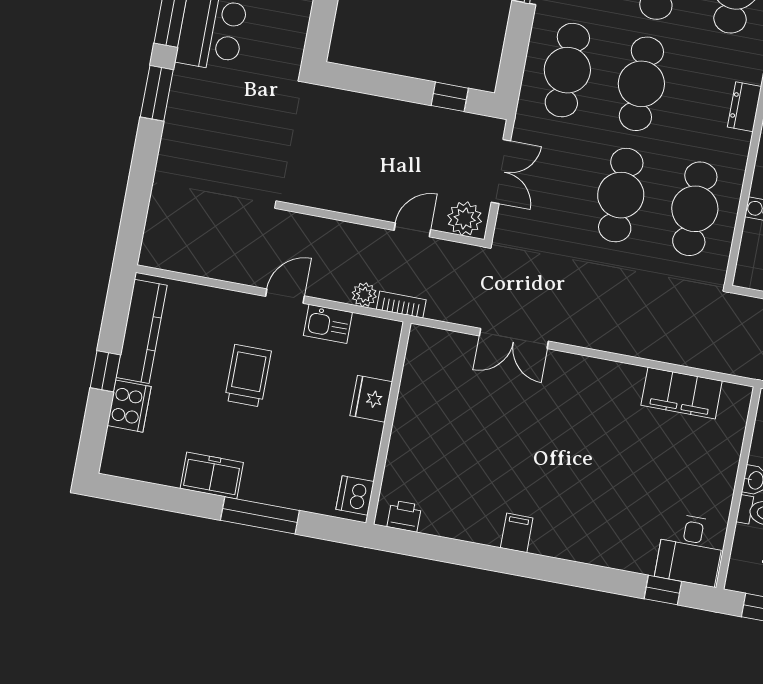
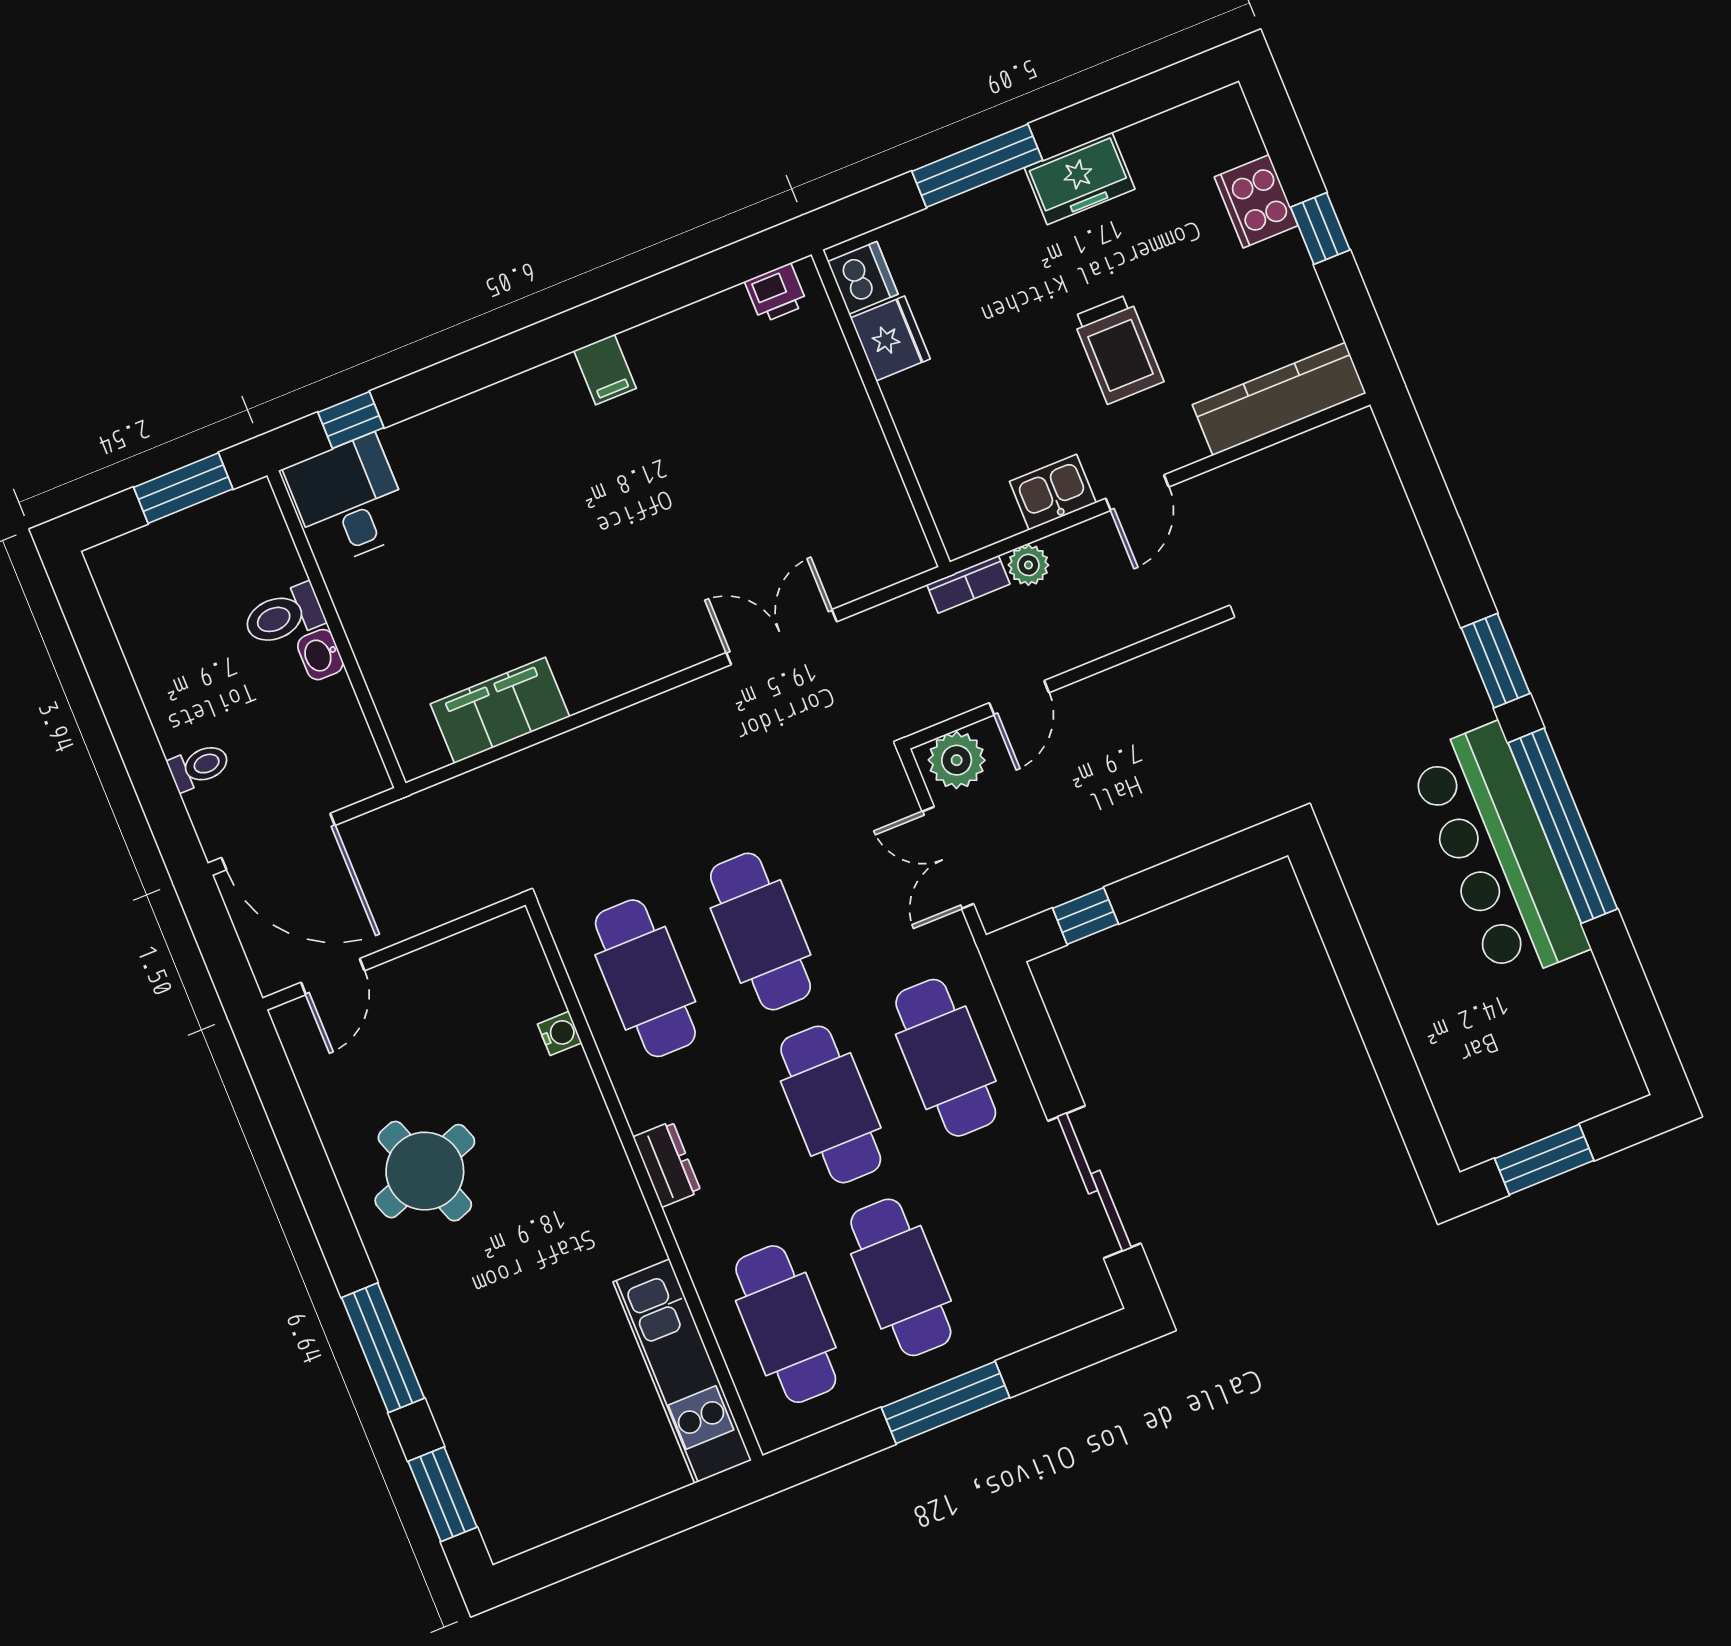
kitchen counter: (142, 331) -> (1279, 399), moved, turned 90
fridge: (371, 399) -> (890, 338), moved

